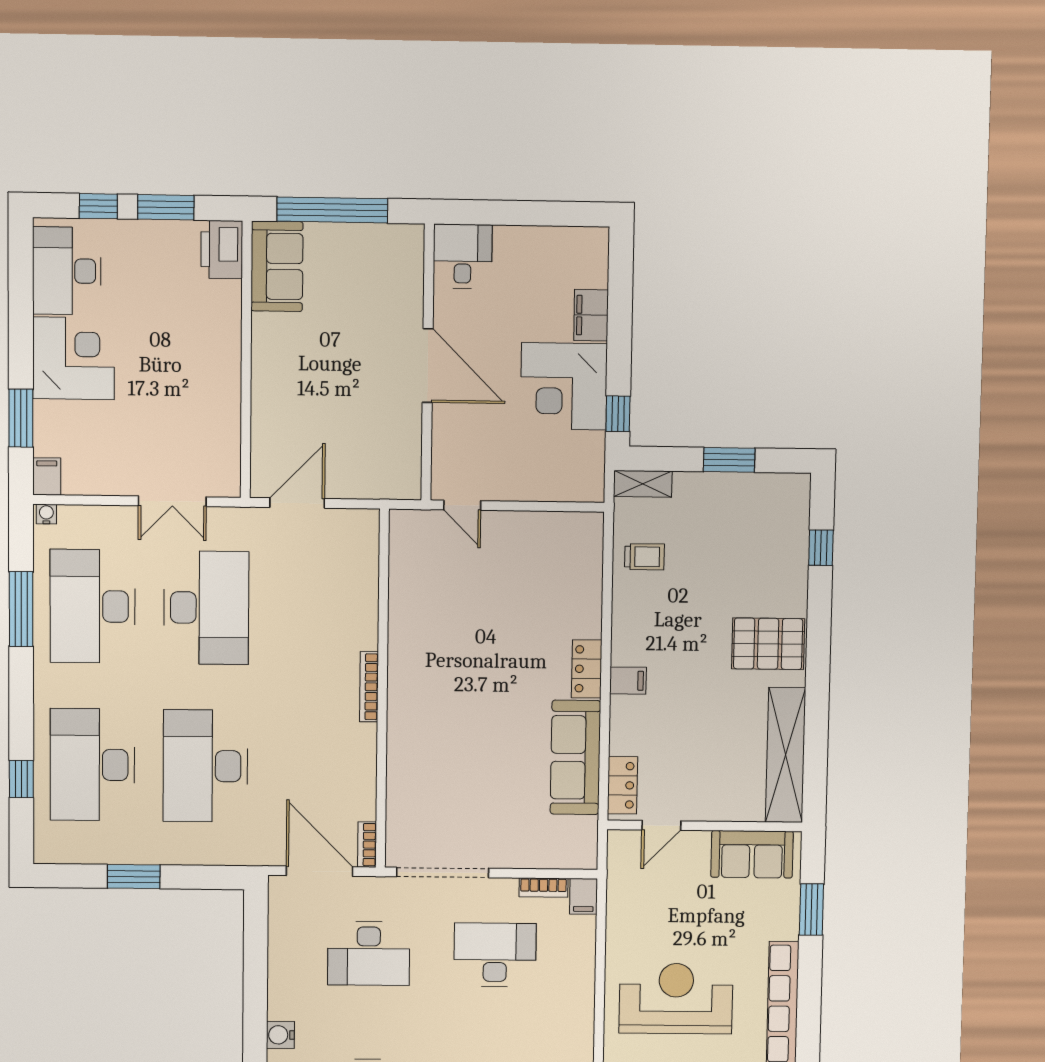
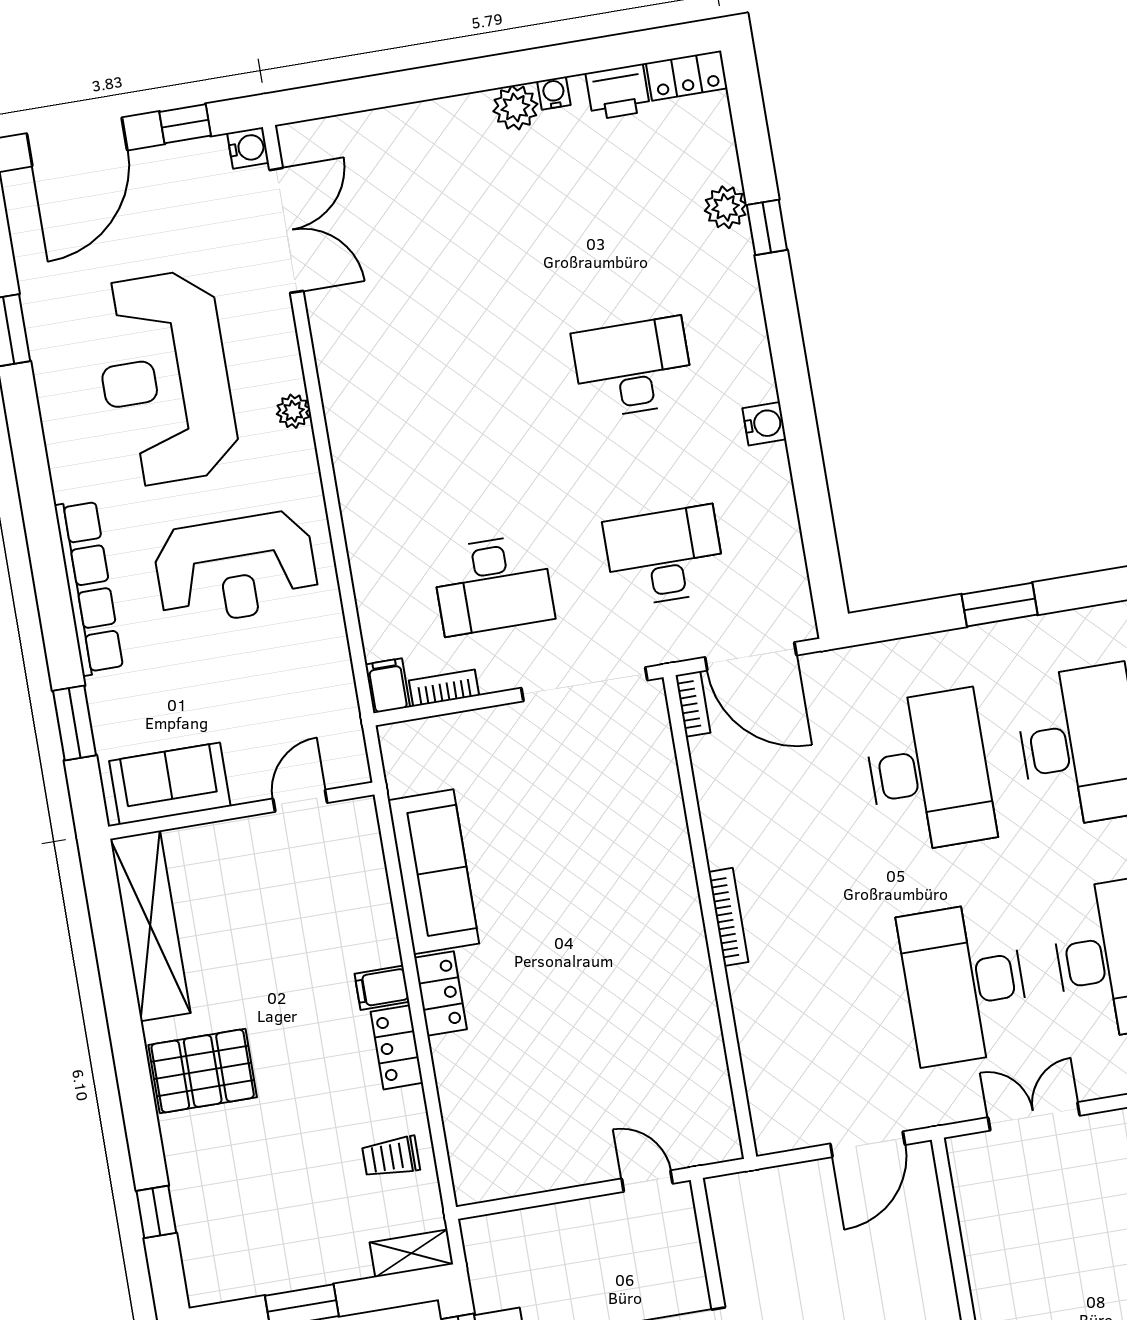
locker: (622, 785) -> (397, 1047), moved

